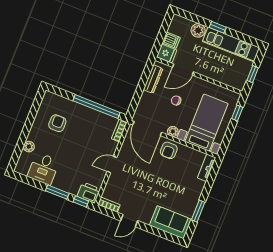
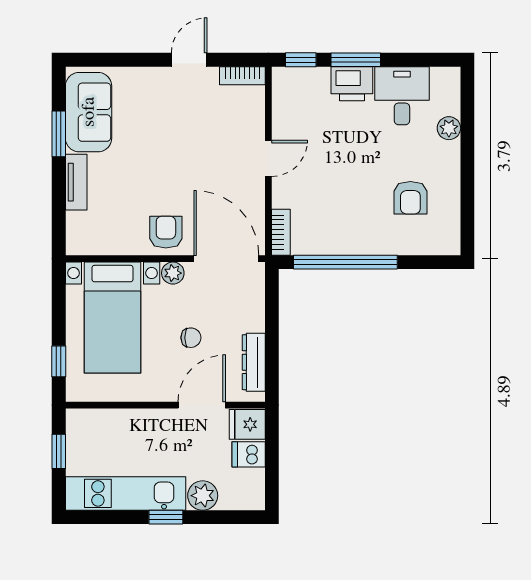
tv unit: (207, 168) -> (76, 182), moved
printer: (89, 193) -> (352, 84), moved
sofa: (170, 222) -> (89, 112), moved, turned -90

